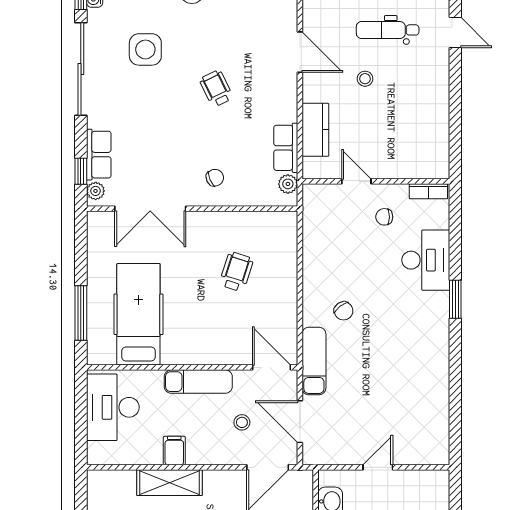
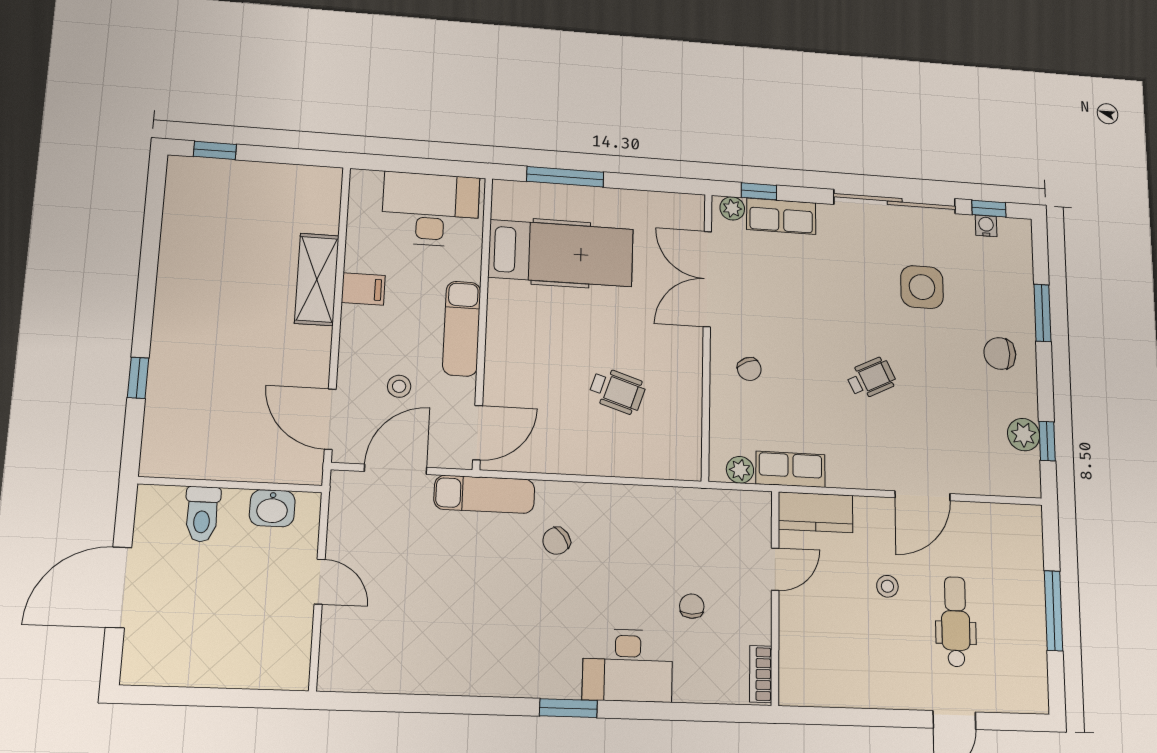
door: (356, 181) -> (775, 569), moved
wall: (376, 181) -> (775, 597), moved
bookcase: (428, 191) -> (761, 674), moved

